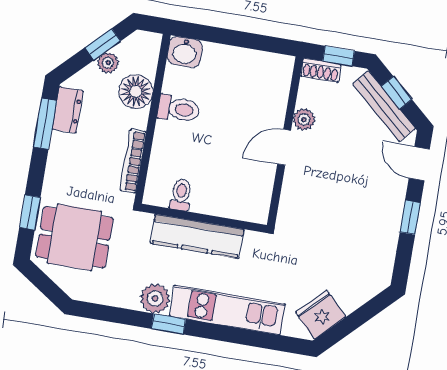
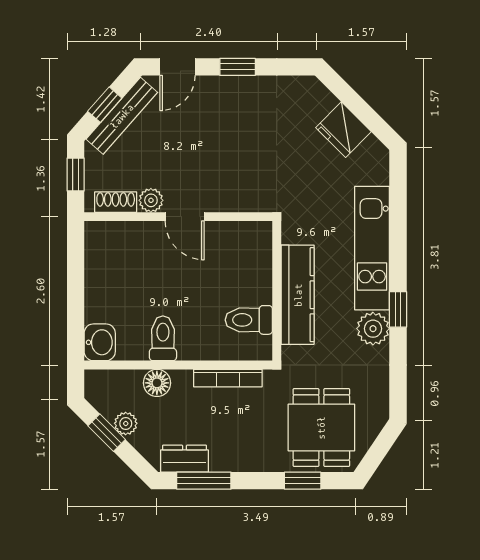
shoe rack: (321, 70) -> (116, 202), moved, turned -90
floor lamp: (136, 92) -> (157, 383), width x0.73, depth x0.73
toilet: (181, 195) -> (249, 320), width x1.37, depth x1.39
fridge: (321, 315) -> (343, 130), moved

